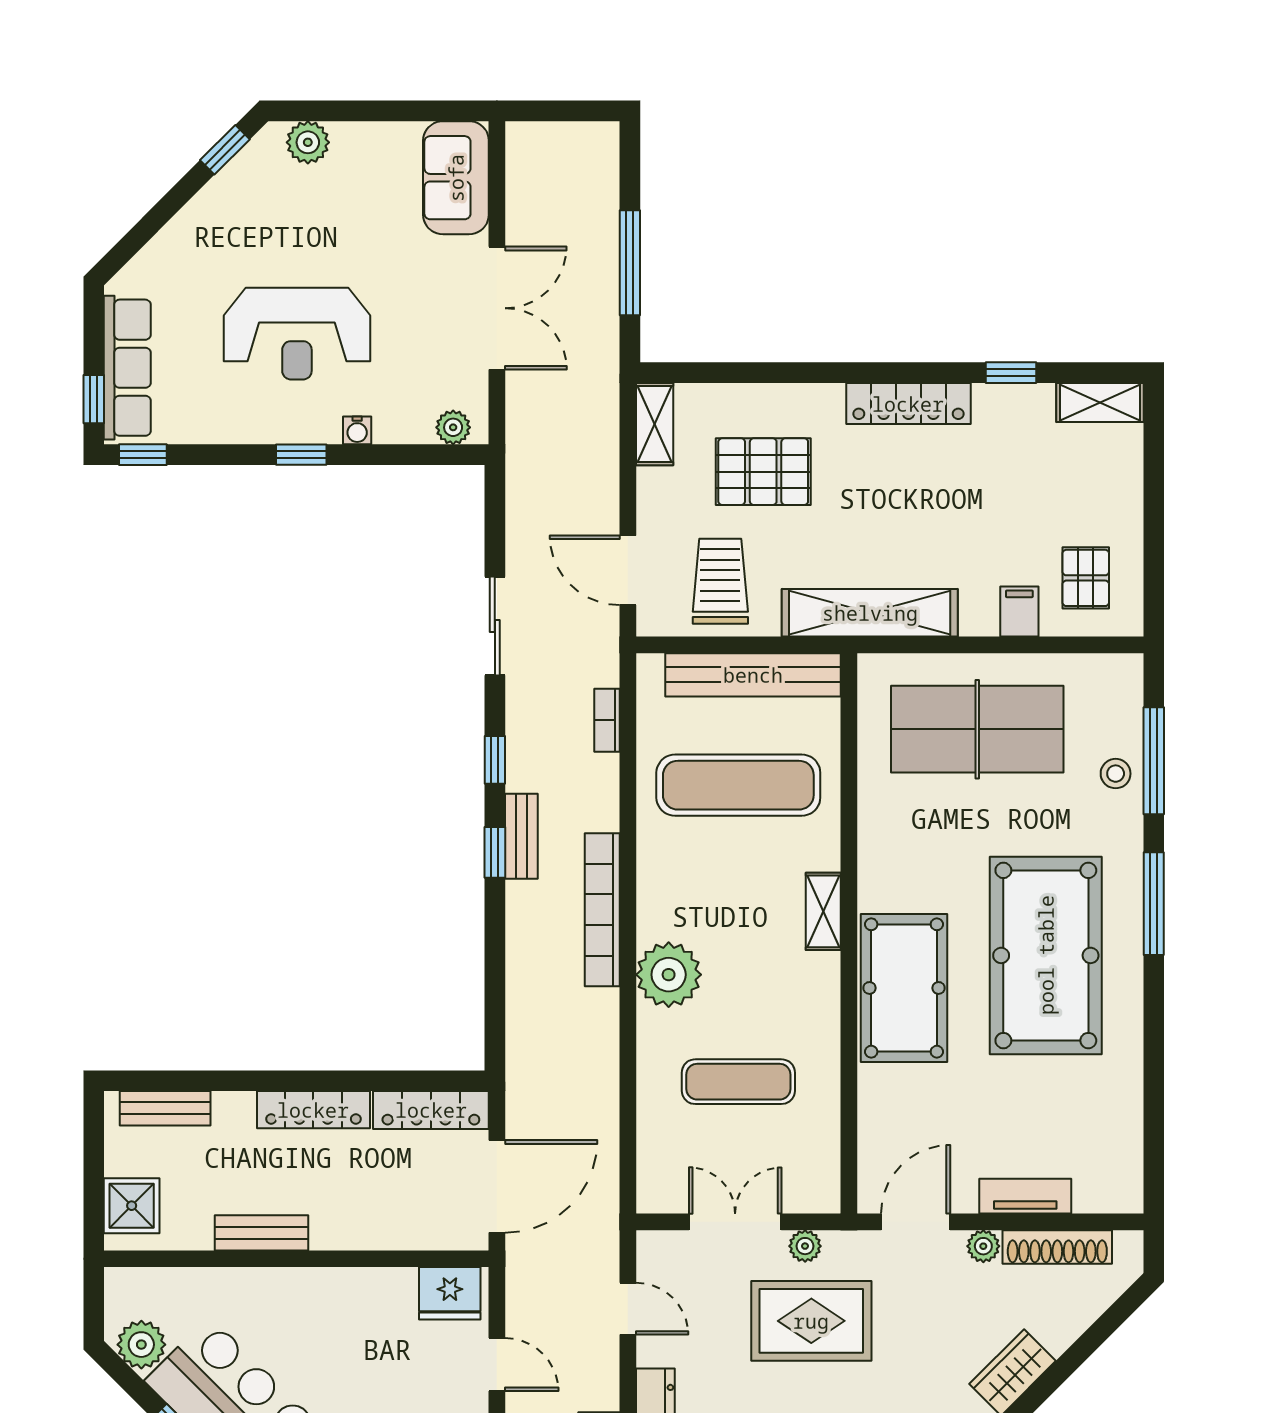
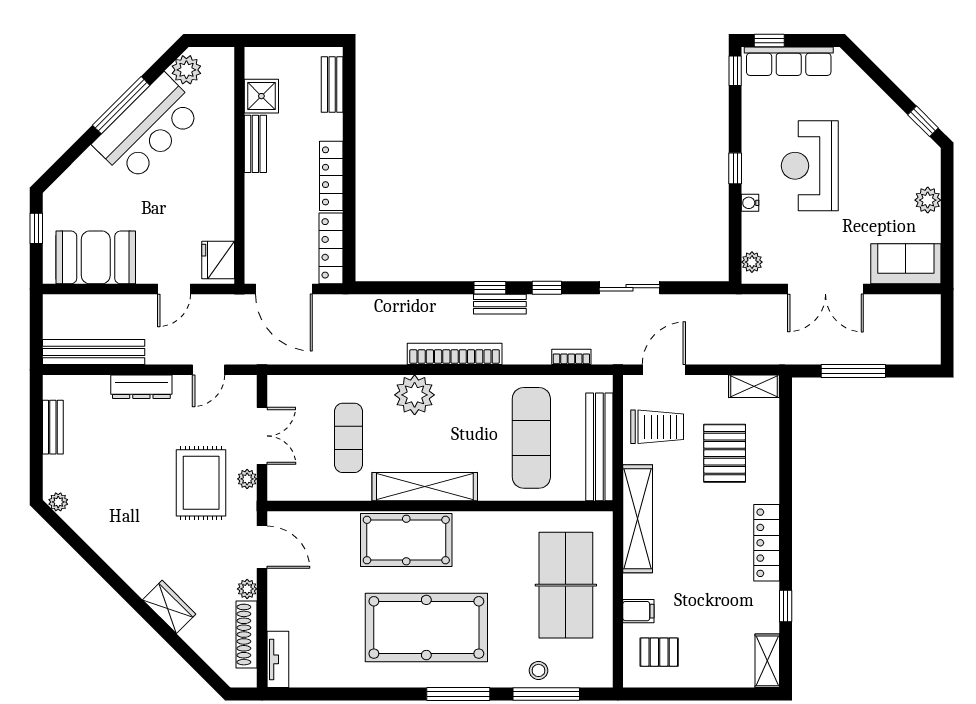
plant: (308, 142) -> (928, 200), moved
shelving: (823, 911) -> (425, 487), width x2.20, depth x1.33
tv unit: (1025, 1196) -> (278, 659), moved
shower: (132, 1206) -> (261, 96), moved

